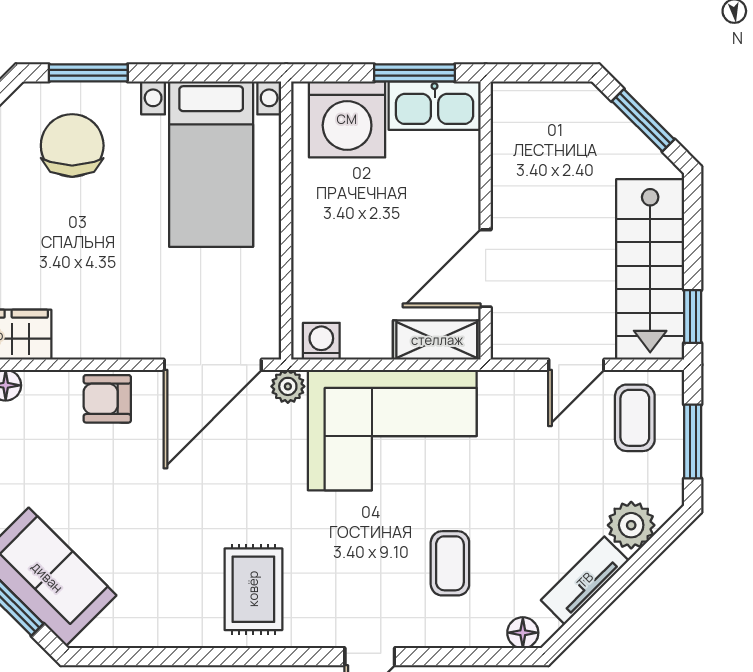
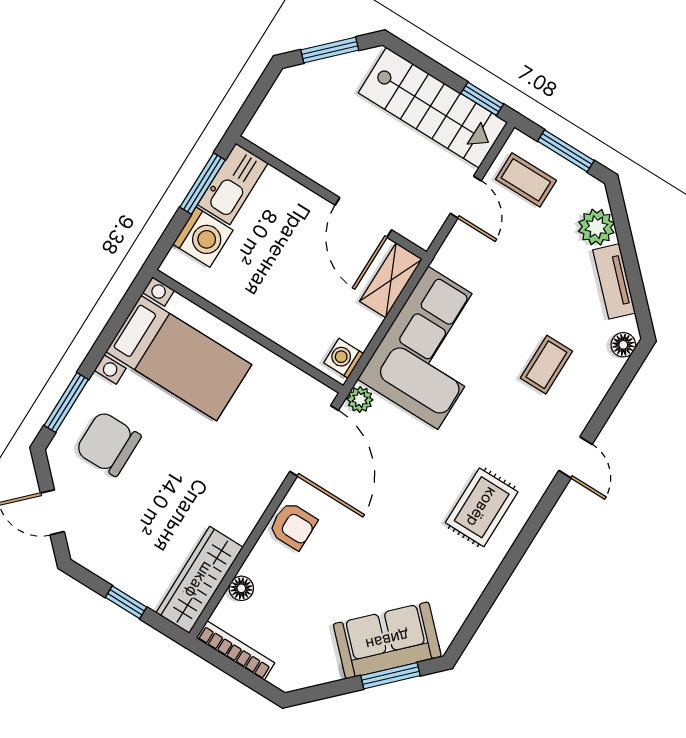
washing machine: (347, 119) -> (203, 237), width x0.73, depth x0.73
armchair: (107, 399) -> (293, 526), turned -90
coffee table: (450, 563) -> (546, 365), turned 90
rug: (253, 589) -> (482, 507), turned 90

